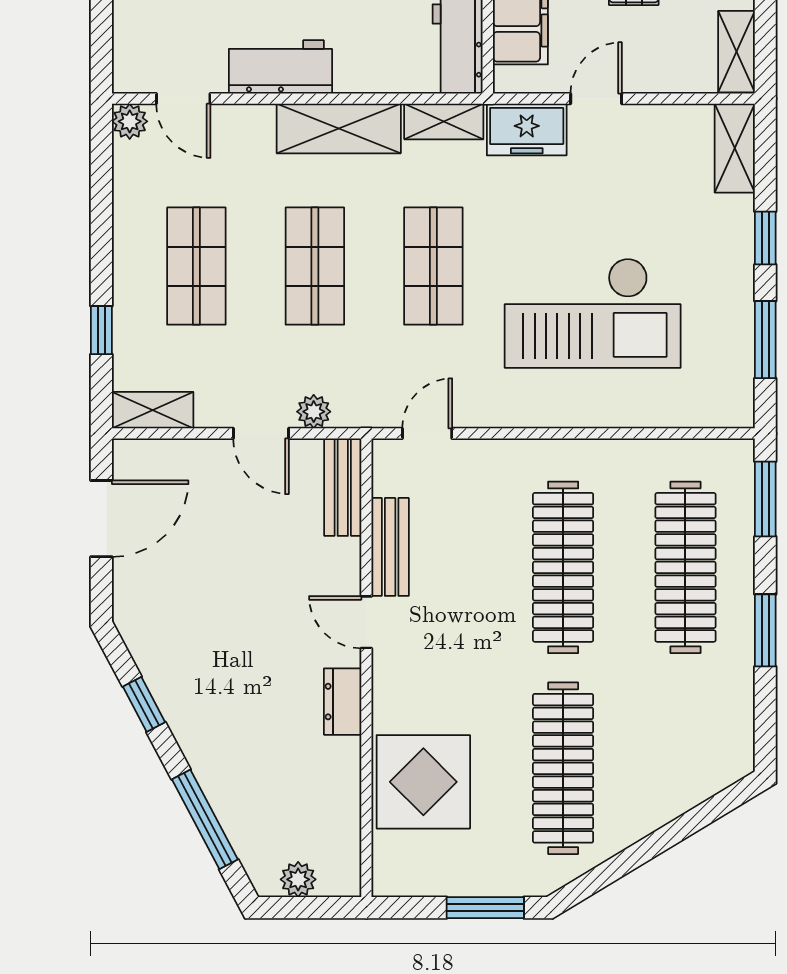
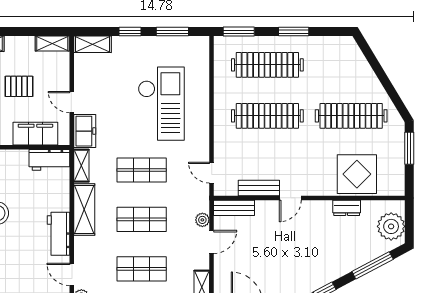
door: (183, 99) -> (72, 274), swing flipped
dresser: (343, 702) -> (347, 208), moved
plant: (298, 879) -> (391, 226), width x1.87, depth x1.87

